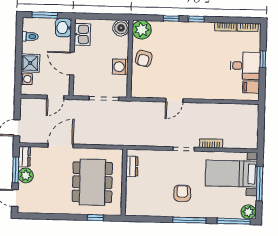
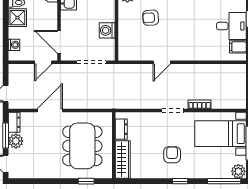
armchair: (144, 58) -> (151, 18), moved, turned 72
shower: (30, 63) -> (17, 18), moved
door: (72, 63) -> (59, 42), moved
wardrobe: (133, 197) -> (123, 159), added
window: (190, 220) -> (180, 181), width x0.46

